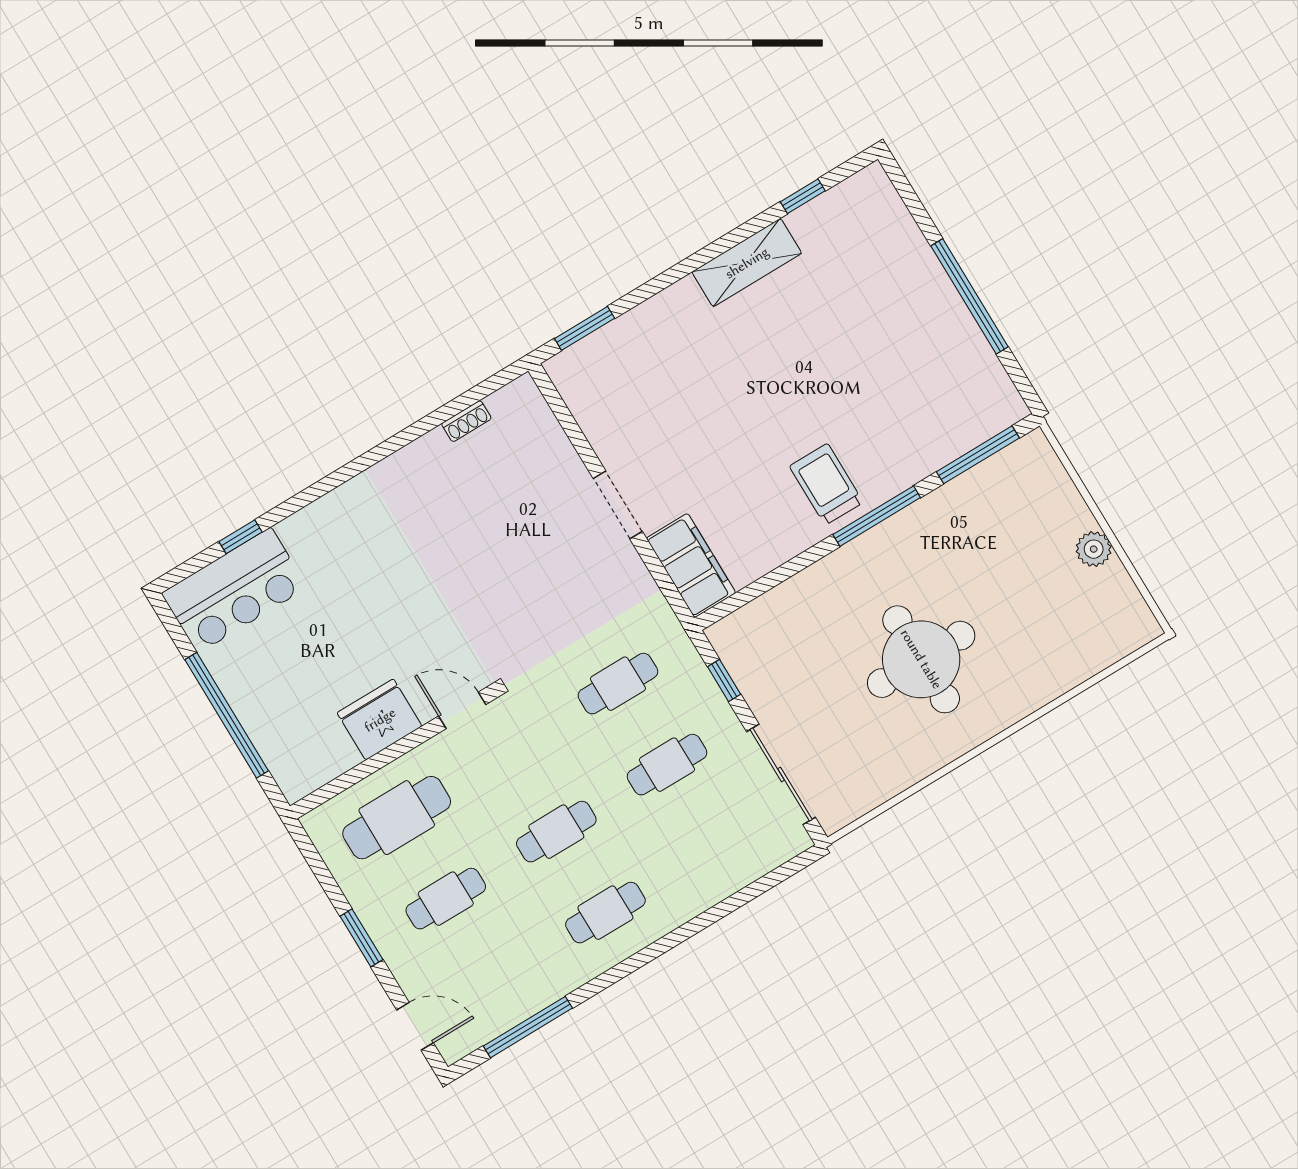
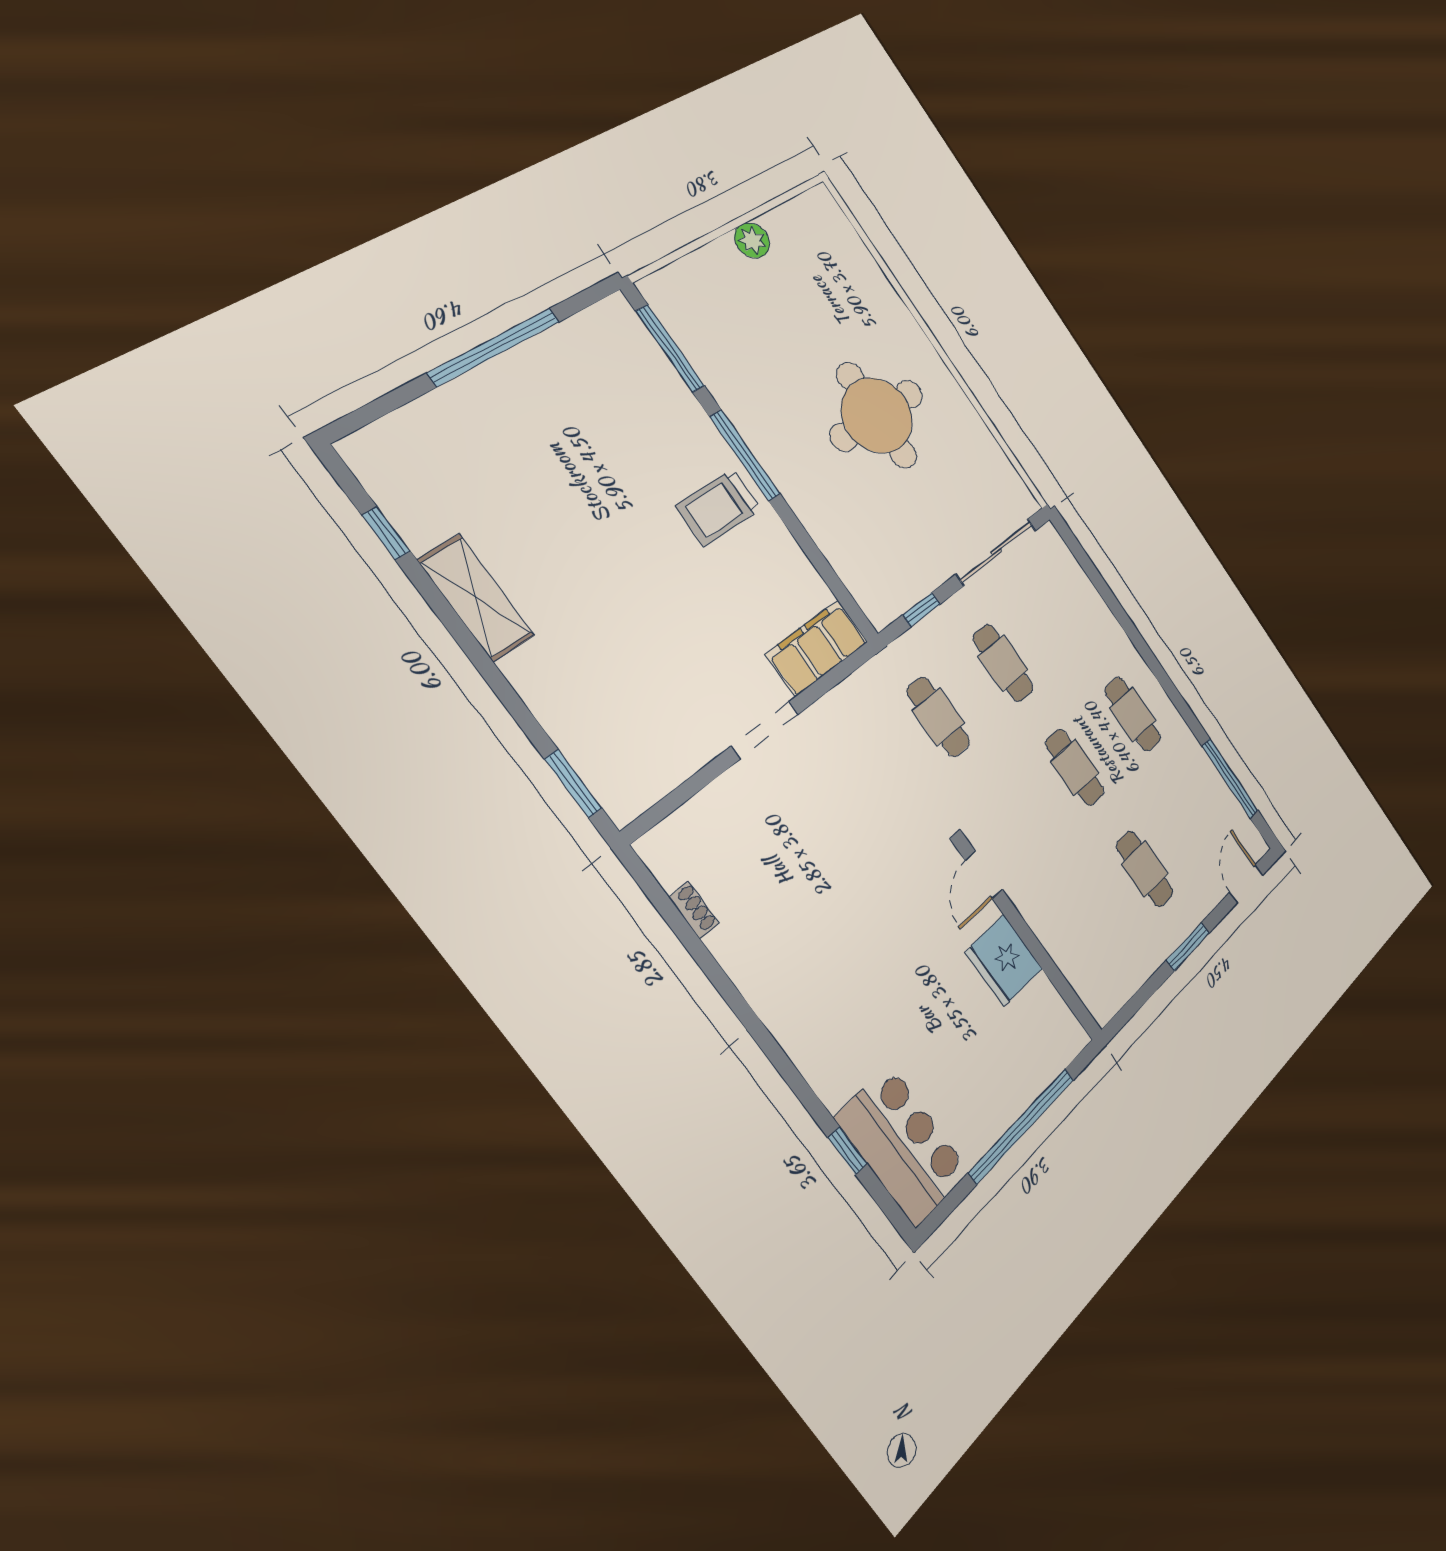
cafe table: (397, 818) -> (1086, 928), removed

